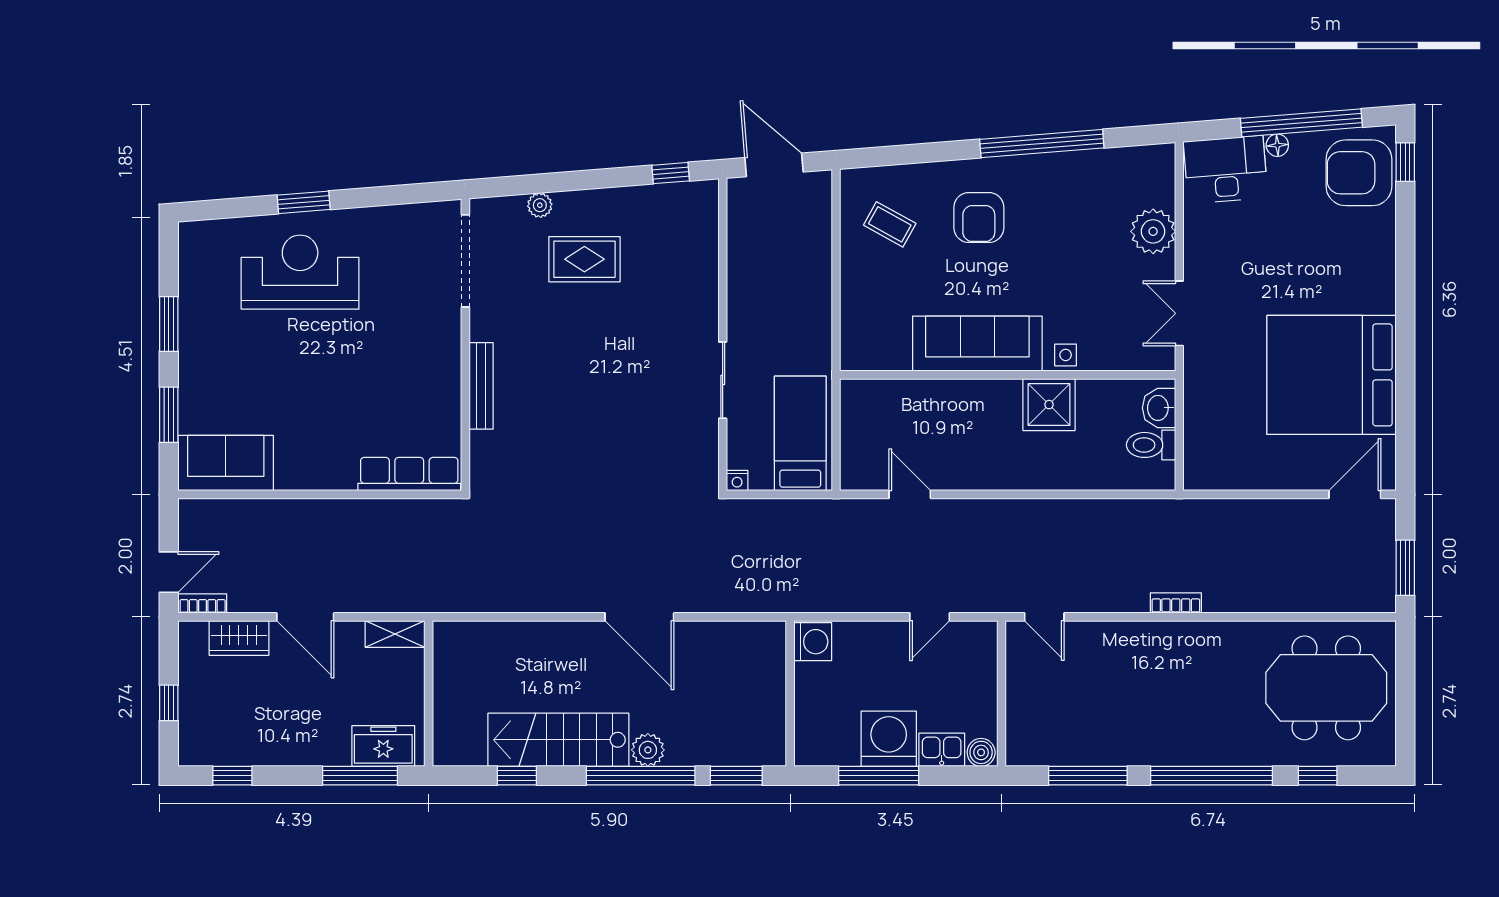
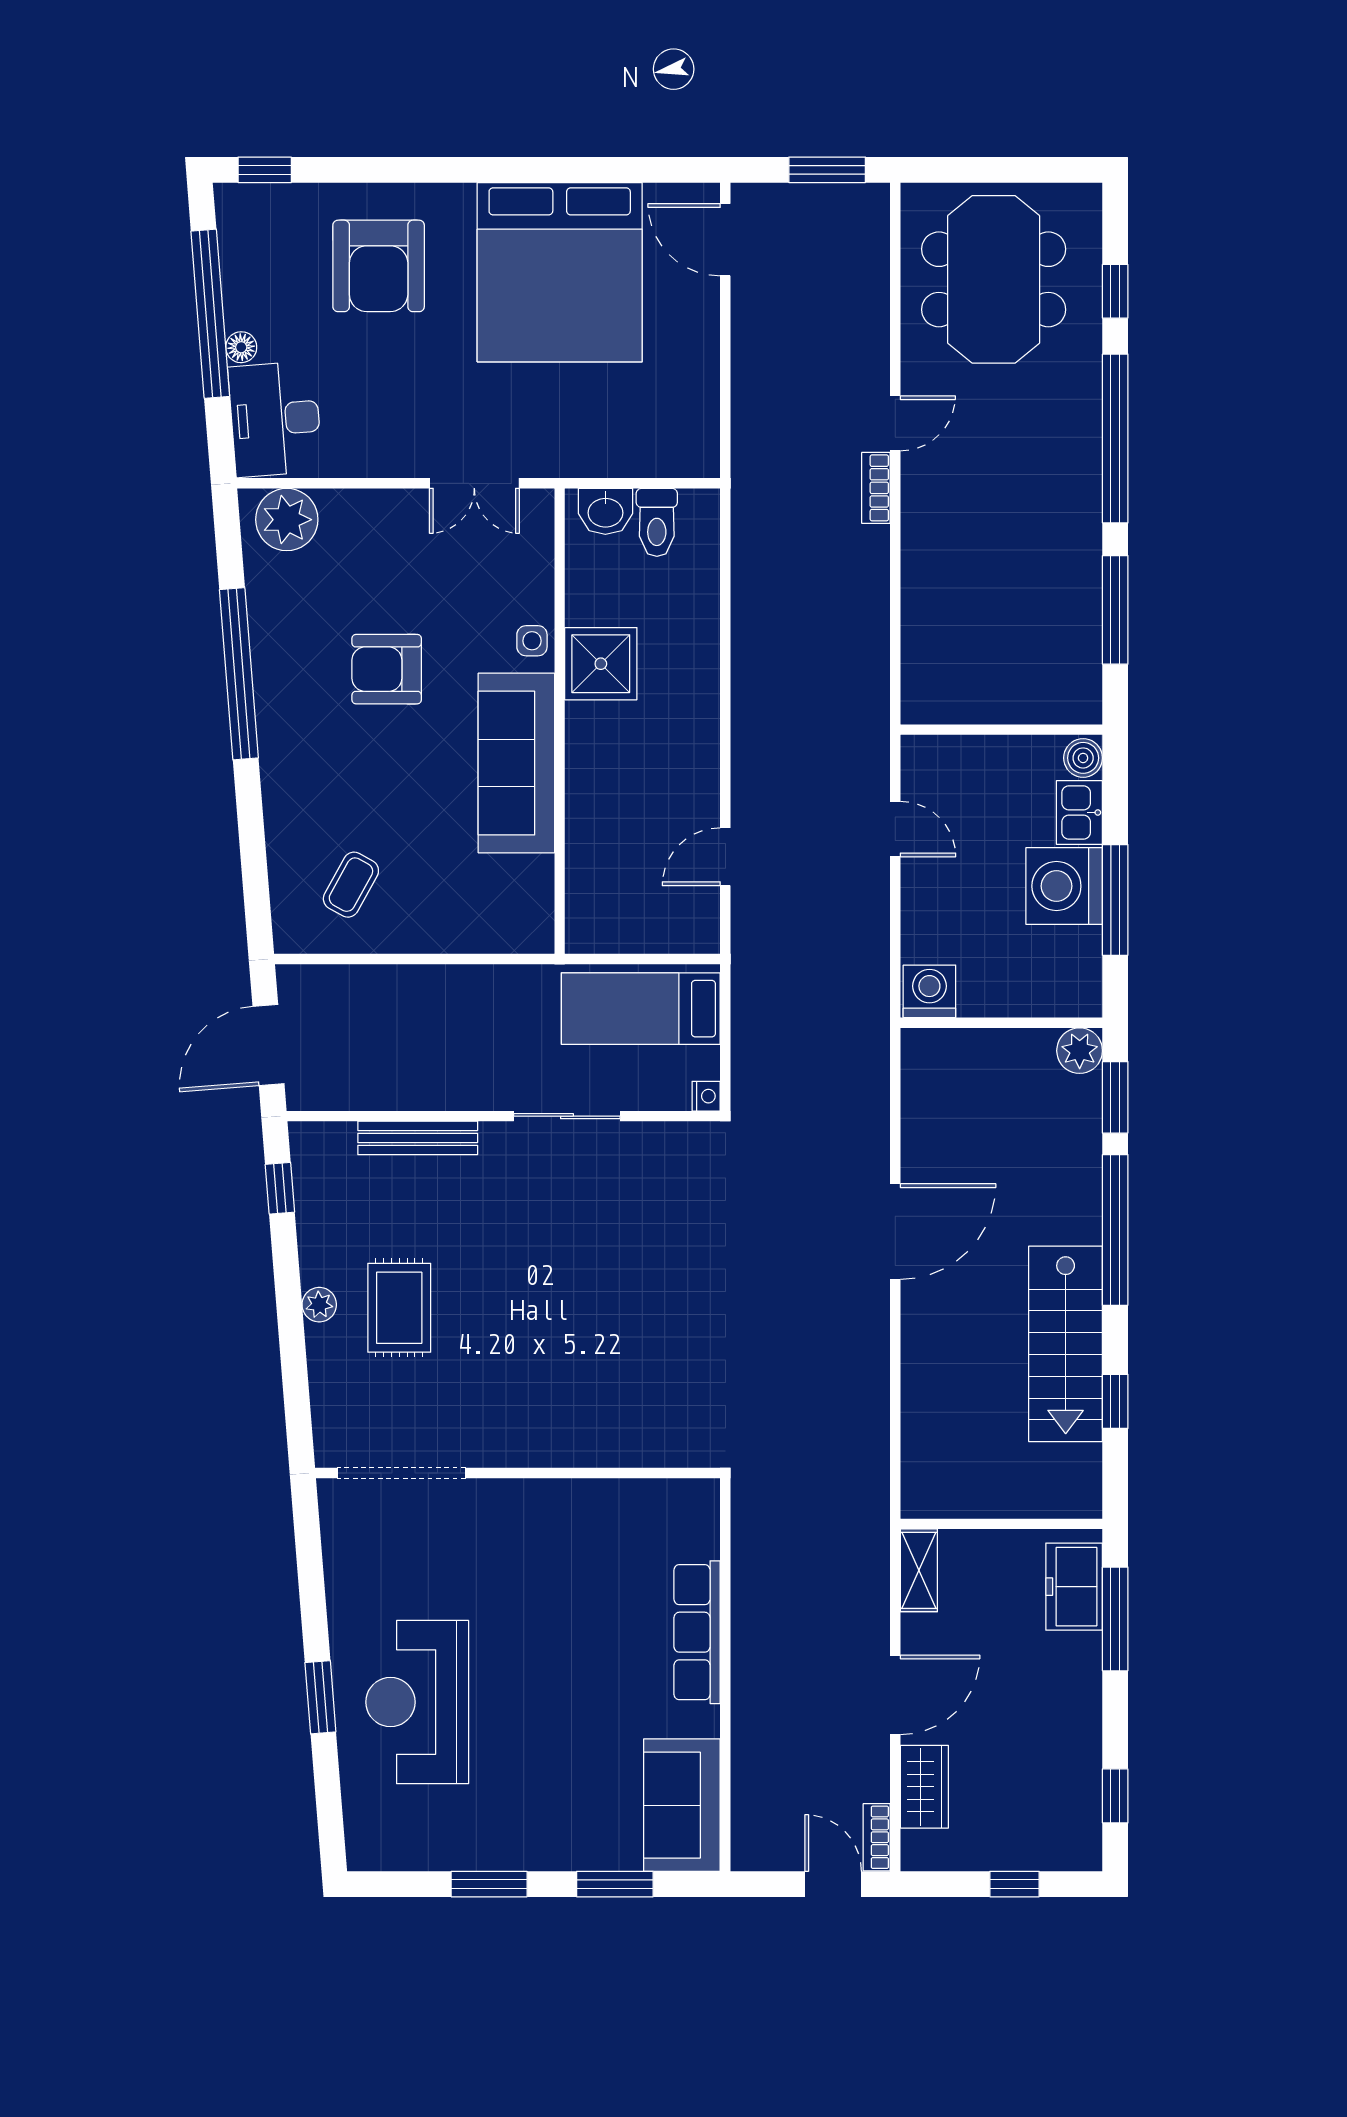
armchair: (1359, 173) -> (379, 266), moved
plant: (540, 205) -> (319, 1305), moved
armchair: (979, 218) -> (387, 669), moved, turned 180
plant: (1153, 231) -> (287, 520), moved
bench: (481, 386) -> (418, 1138), moved
row of seats: (409, 474) -> (697, 1632), moved
door: (1044, 617) -> (895, 423), moved
plant: (648, 750) -> (1080, 1051), moved

